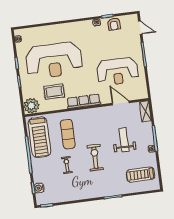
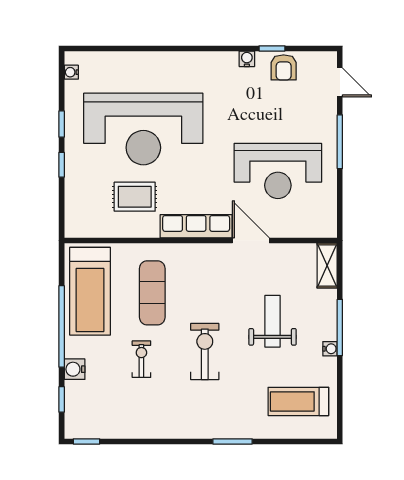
door: (121, 103) -> (251, 241), moved
plant: (31, 106) -> (81, 221), removed
water cooler: (39, 188) -> (75, 369), moved

